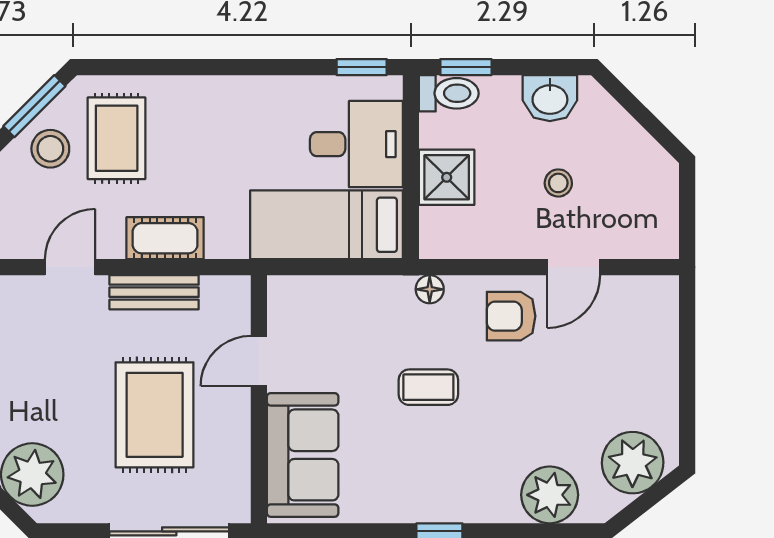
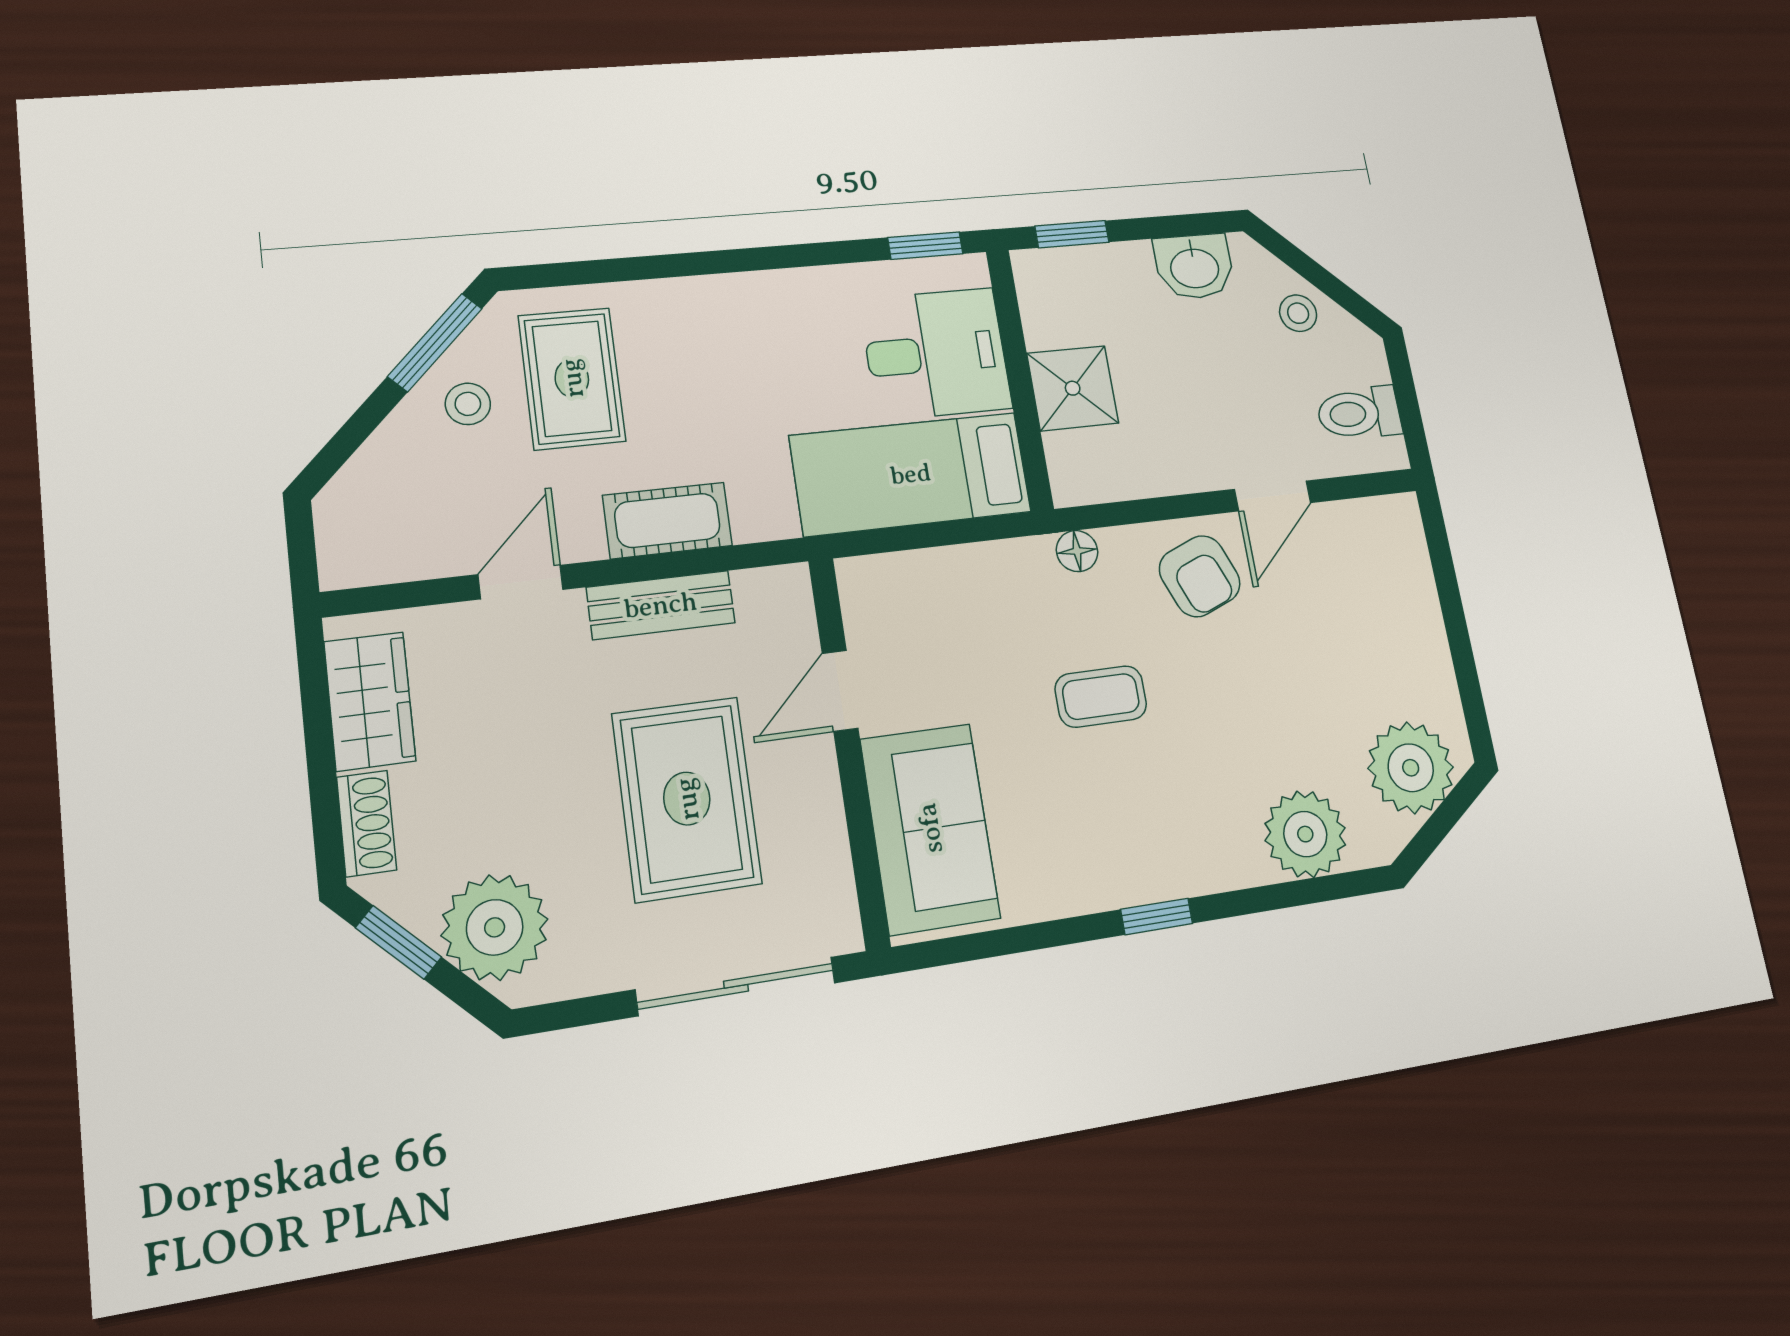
toilet: (449, 93) -> (1359, 413), moved, turned 180
stool: (50, 149) -> (468, 404), width x0.73, depth x0.73
stool: (558, 183) -> (1298, 313), moved
armchair: (511, 316) -> (1200, 576), turned -112

